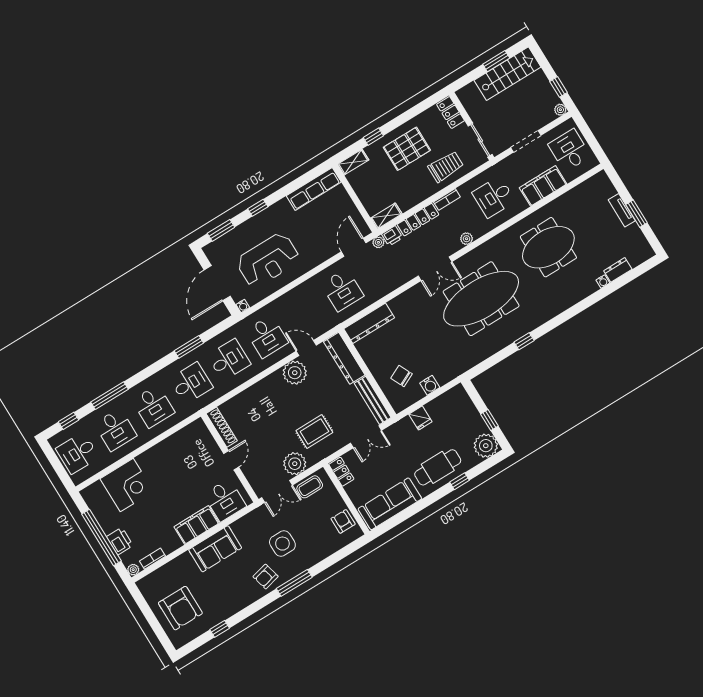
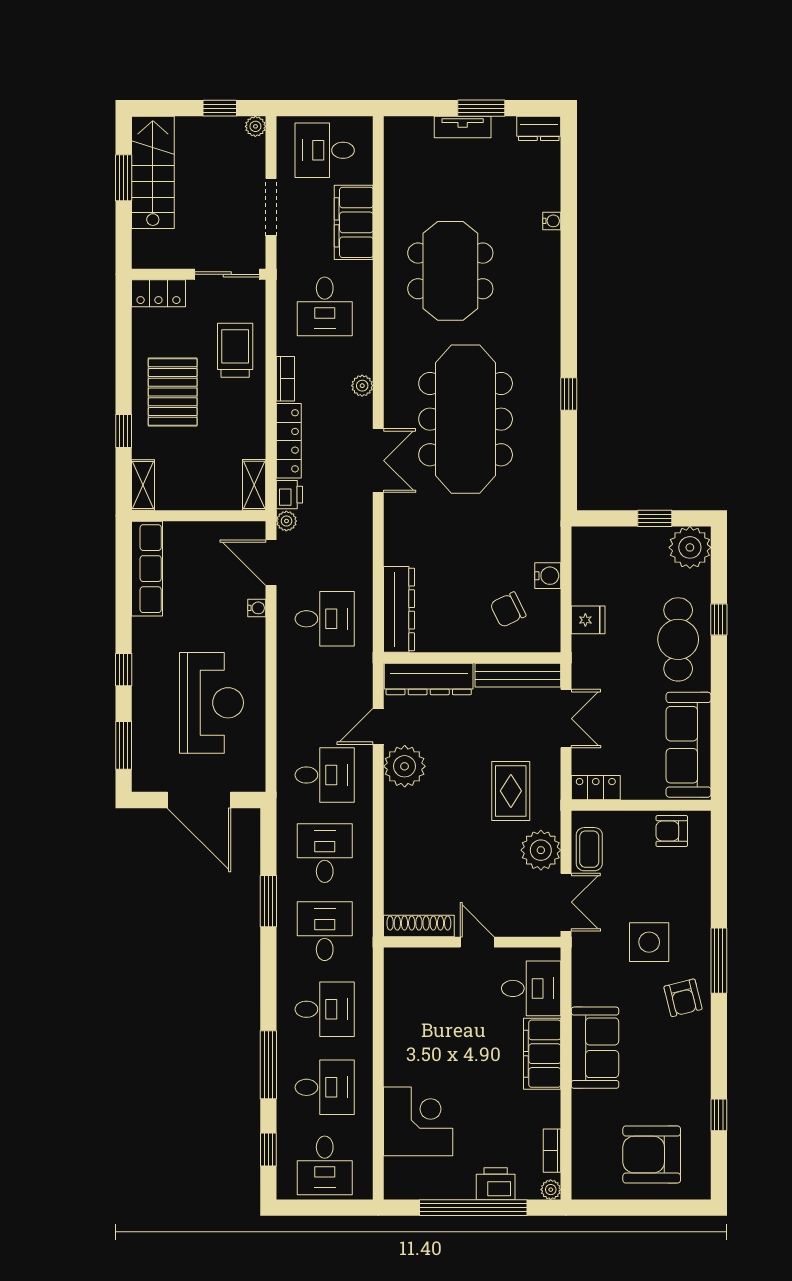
dresser: (618, 270) -> (539, 128), moved, turned -90
water cooler: (243, 306) -> (257, 608), moved
armchair: (180, 608) -> (652, 1155), turned 180

